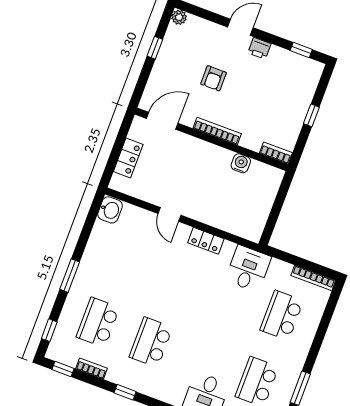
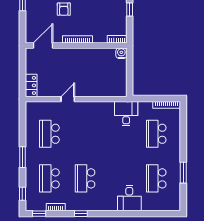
locker: (128, 158) -> (31, 85), moved
water cooler: (241, 163) -> (121, 53), moved
washbasin: (110, 210) -> (32, 109), removed
door: (169, 214) -> (68, 99), swing flipped
locker: (206, 241) -> (95, 107), removed
school desk: (123, 256) -> (49, 134), added

